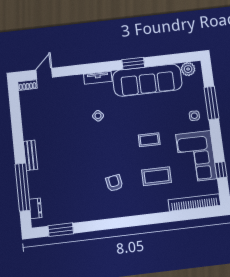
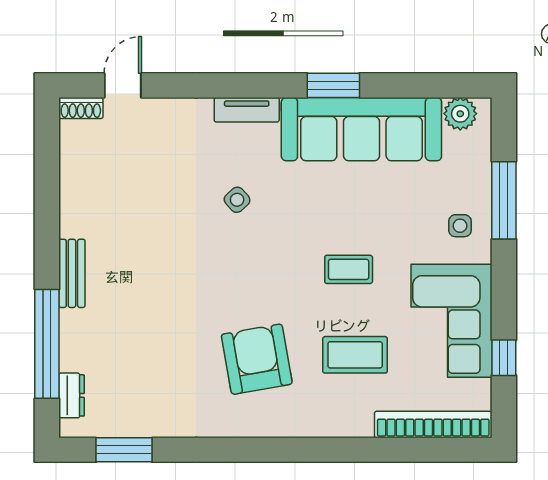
armchair: (114, 183) -> (257, 359), width x1.88, depth x1.88

